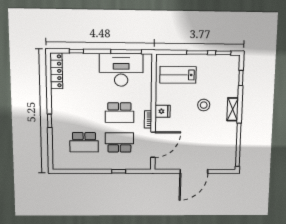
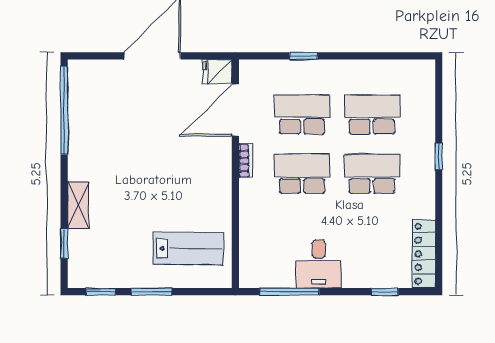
desk: (121, 70) -> (319, 264), width x0.53, depth x0.77
stool: (204, 105) -> (136, 190), removed
shelving: (233, 109) -> (78, 205), moved
fridge: (163, 111) -> (217, 72), moved
school desk: (84, 112) -> (372, 174), added
school desk: (119, 142) -> (302, 115), turned 180

